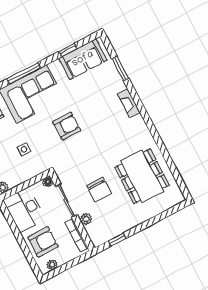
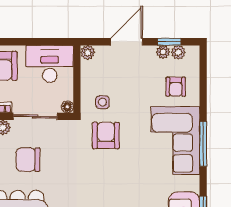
armchair: (67, 126) -> (106, 135), moved, turned 180
side table: (24, 149) -> (102, 102), moved

